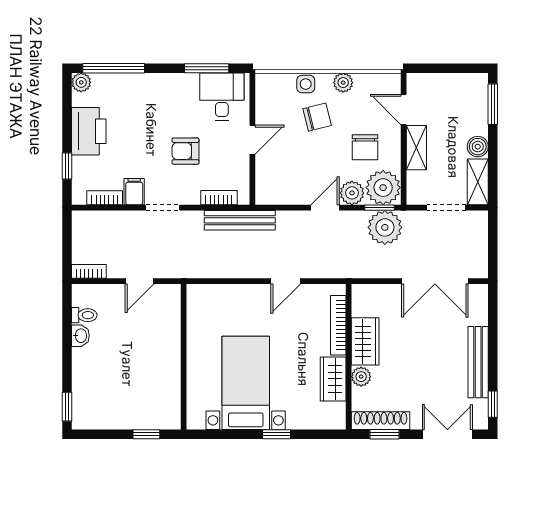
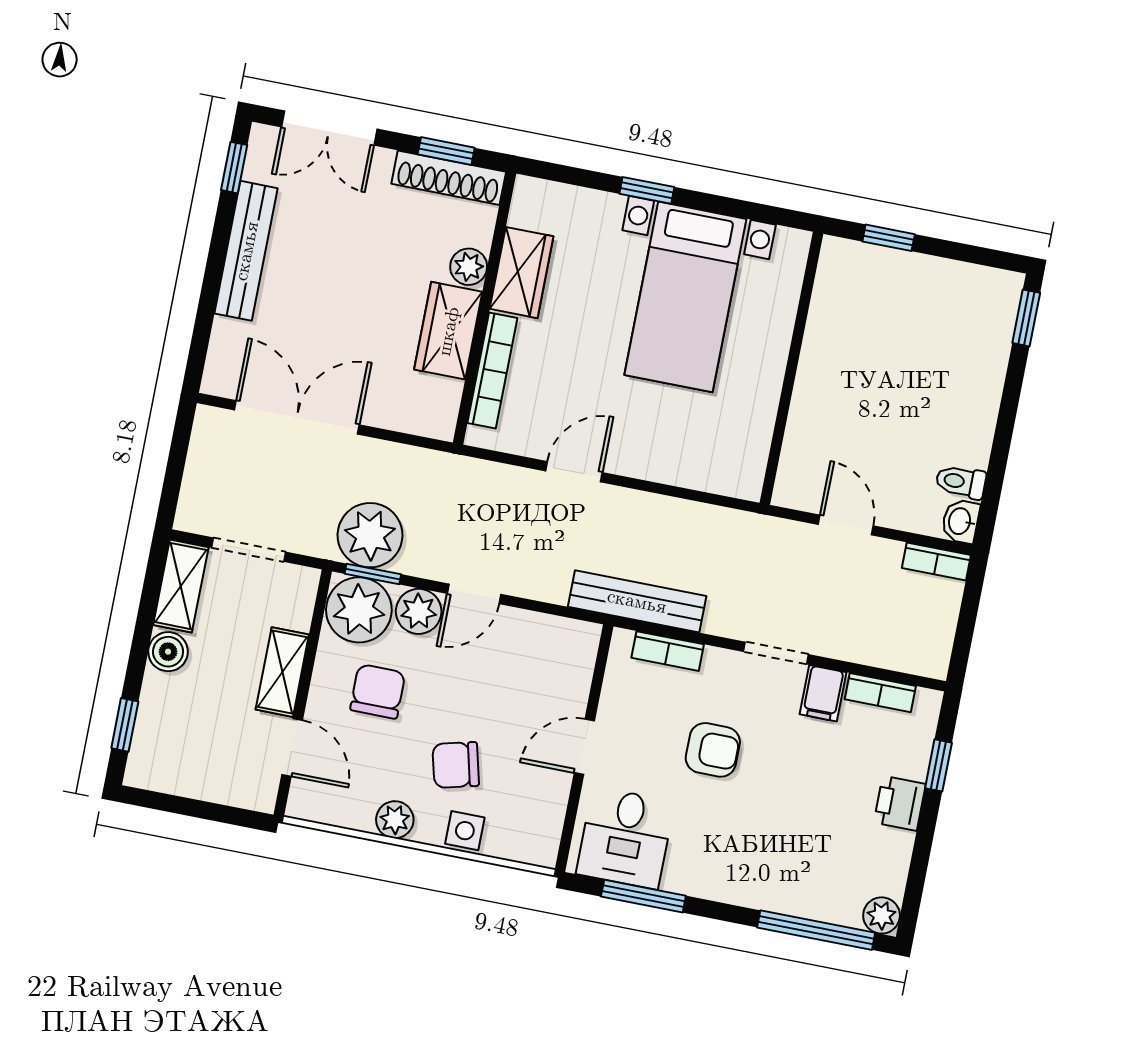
window: (493, 104) -> (125, 725), width x0.67
printer: (89, 131) -> (900, 803), width x0.53, depth x0.68
door: (139, 281) -> (846, 525), hinge flipped
washbasin: (80, 336) -> (960, 521), moved

